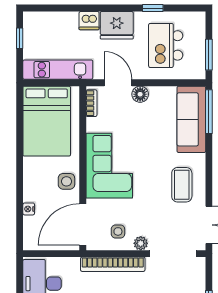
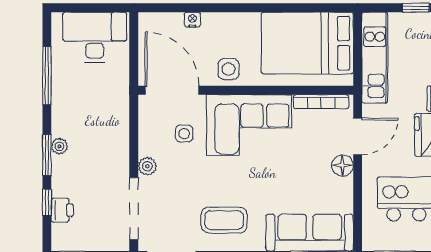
bookcase: (91, 103) -> (321, 102), width x1.56
side table: (118, 231) -> (184, 134), moved
bookcase: (113, 264) -> (120, 130), removed

